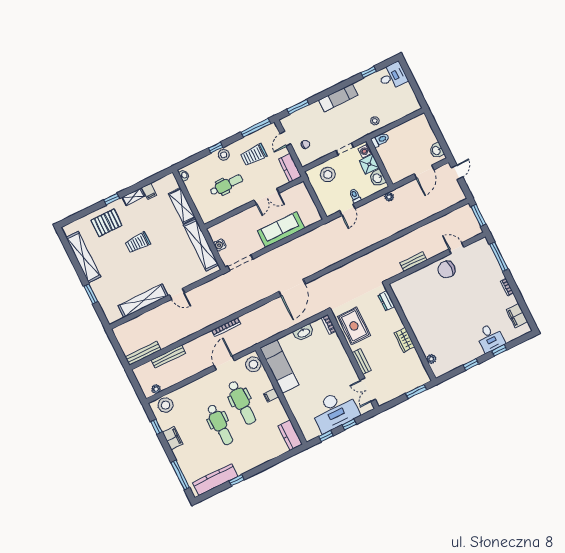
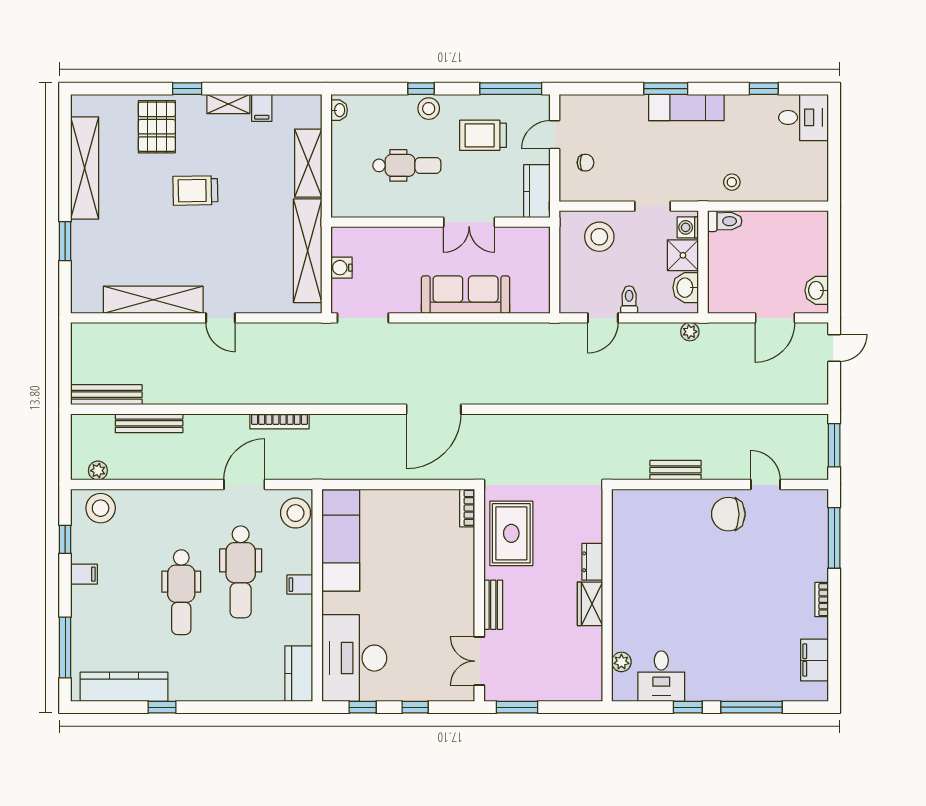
window: (298, 107) -> (666, 89), moved
pallet: (106, 223) -> (157, 127), turned 90
dresser: (386, 301) -> (592, 562), moved
washbasin: (304, 333) -> (414, 501), removed
desk: (490, 338) -> (661, 676), moved
window: (499, 350) -> (752, 707), width x2.17
window: (416, 392) -> (517, 707), moved
desk: (335, 411) -> (354, 658), moved, turned 90
filing cabinet: (173, 438) -> (84, 574), width x0.50

